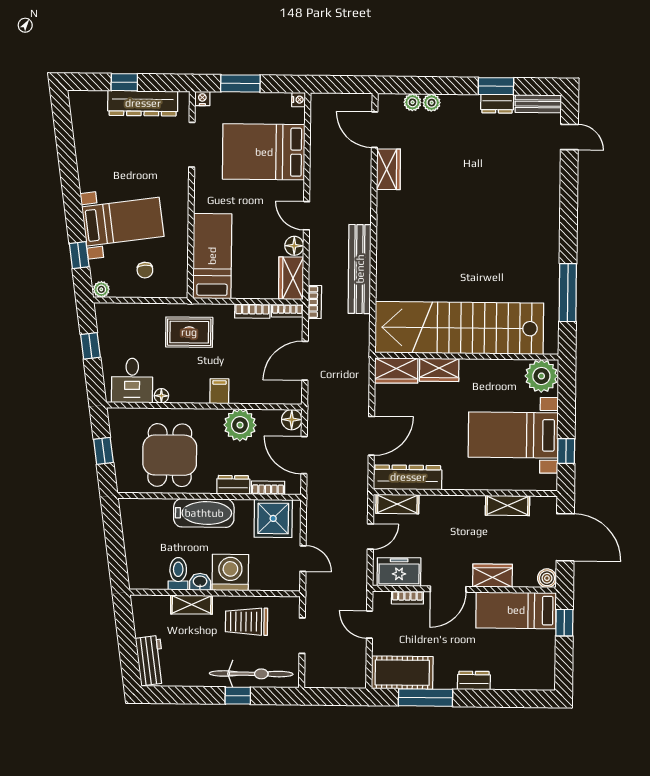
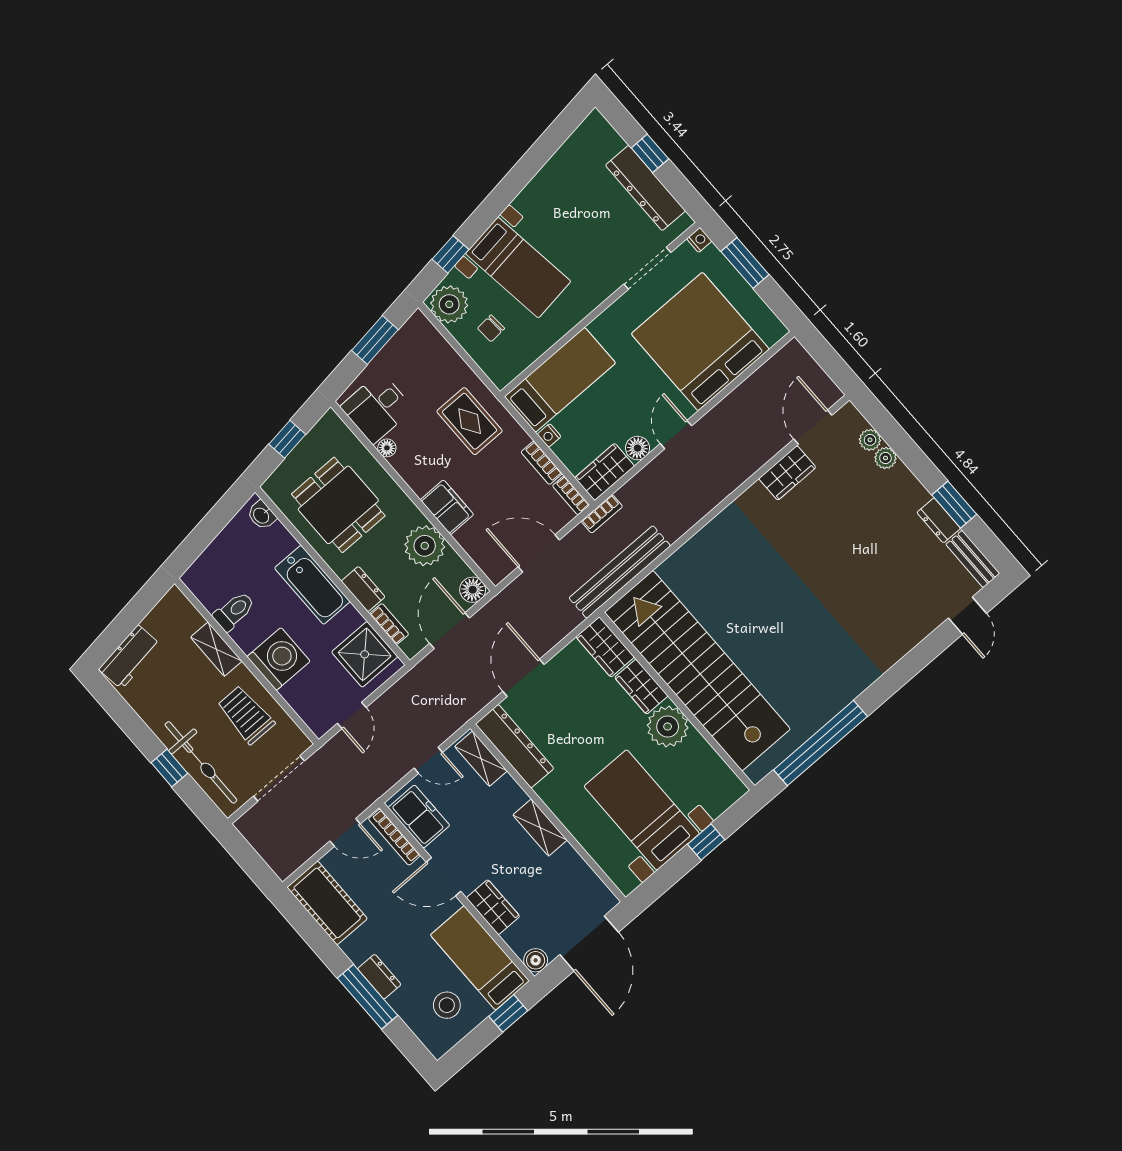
nightstand: (299, 100) -> (549, 435), moved, turned 90
bed: (264, 152) -> (700, 342), width x1.36
bench: (360, 269) -> (620, 572), moved
plant: (101, 289) -> (449, 304), width x1.87, depth x1.87
window: (568, 293) -> (820, 743), width x1.46
window: (90, 346) -> (375, 340), width x1.50
plant: (541, 376) -> (668, 727), moved
filing cabinet: (219, 391) -> (447, 507), width x2.00
door: (371, 436) -> (523, 678), swing flipped
window: (566, 451) -> (706, 842), moved
dining table: (170, 455) -> (338, 505), turned 90
shelving: (507, 506) -> (540, 827), moved
washbasin: (200, 582) -> (262, 515), moved, turned 180
bookcase: (407, 598) -> (394, 837), width x1.56
door: (369, 625) -> (345, 832), swing flipped
doorway: (302, 636) -> (279, 779), width x1.38
stool: (527, 655) -> (447, 1005), added
window: (425, 698) -> (368, 997), moved

